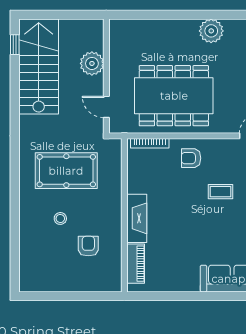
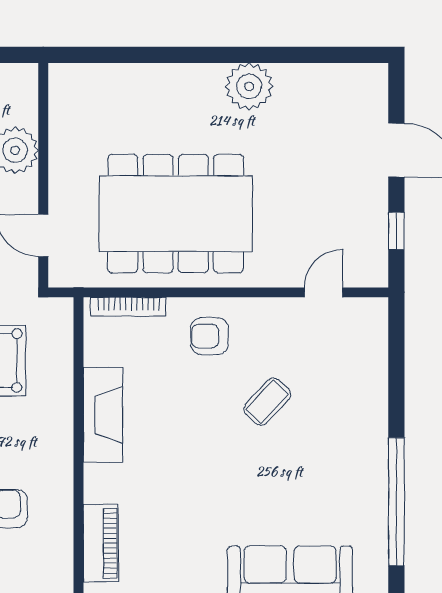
coffee table: (220, 192) -> (267, 402), turned -47
fireplace: (137, 218) -> (103, 415), moved

